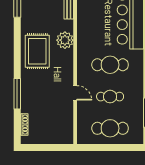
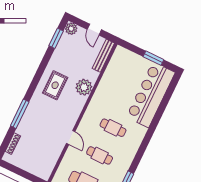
rug: (37, 51) -> (55, 85), width x0.73, depth x0.70
cafe table: (110, 65) -> (113, 128), width x0.73, depth x0.74

